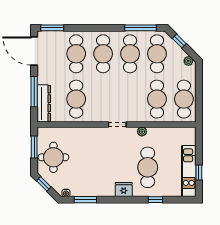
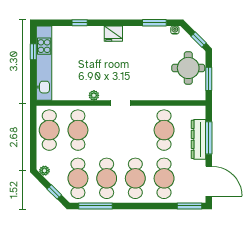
dresser: (44, 103) -> (198, 139), moved
cafe table: (148, 167) -> (88, 57), removed
kitchen unit: (189, 171) -> (44, 63), width x1.36

